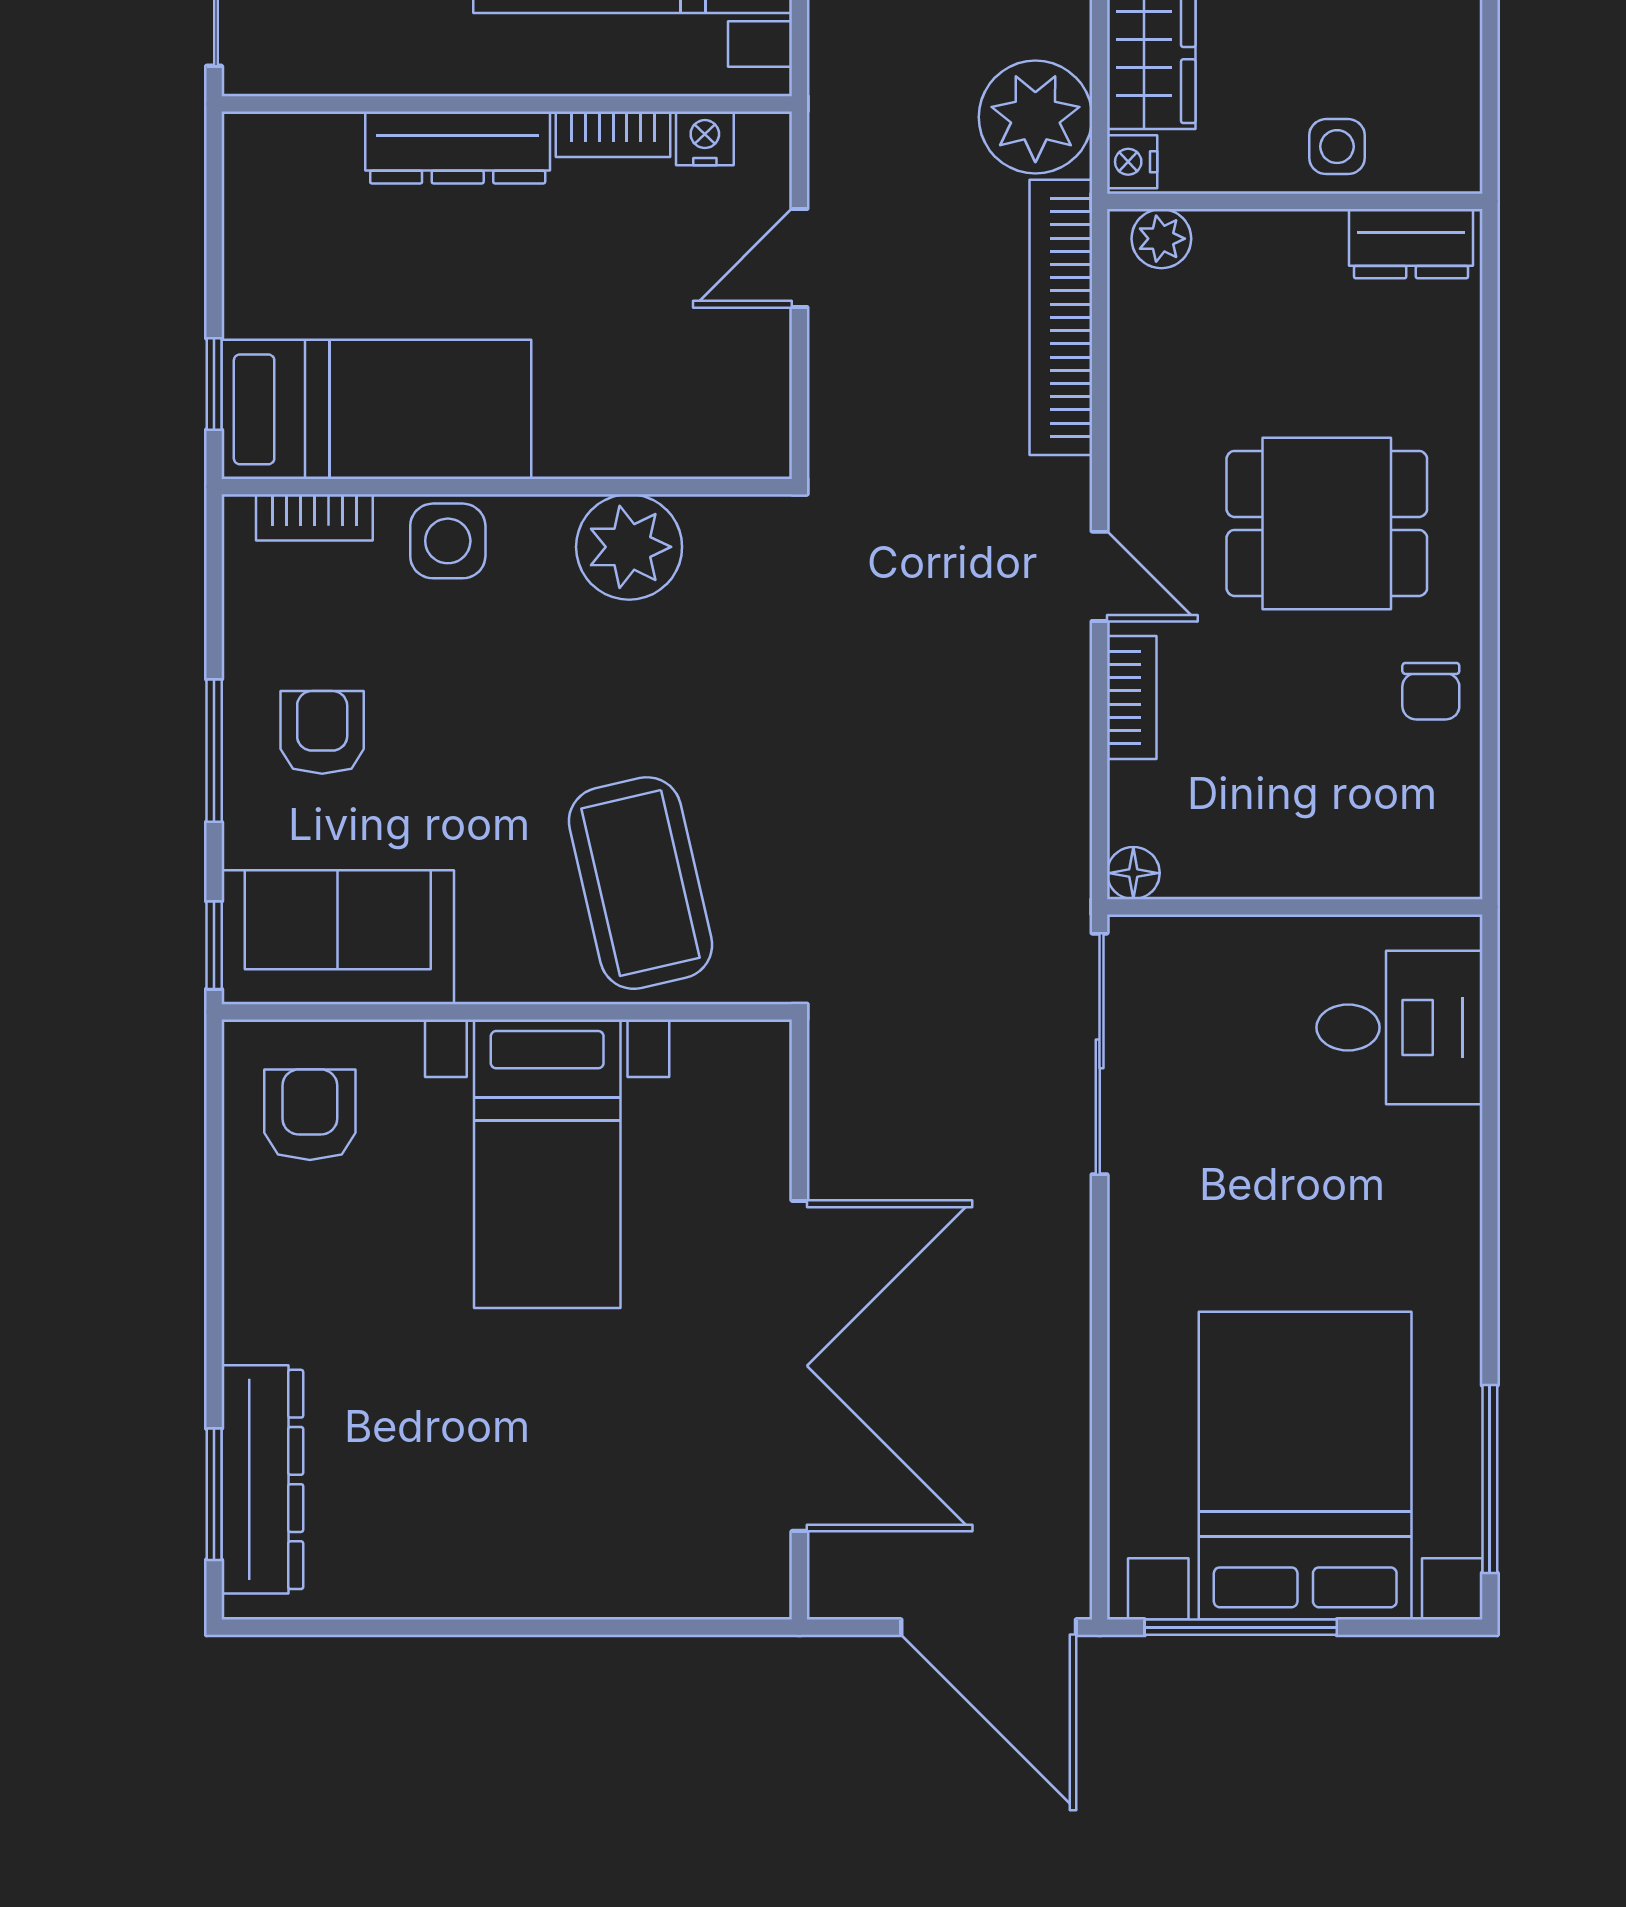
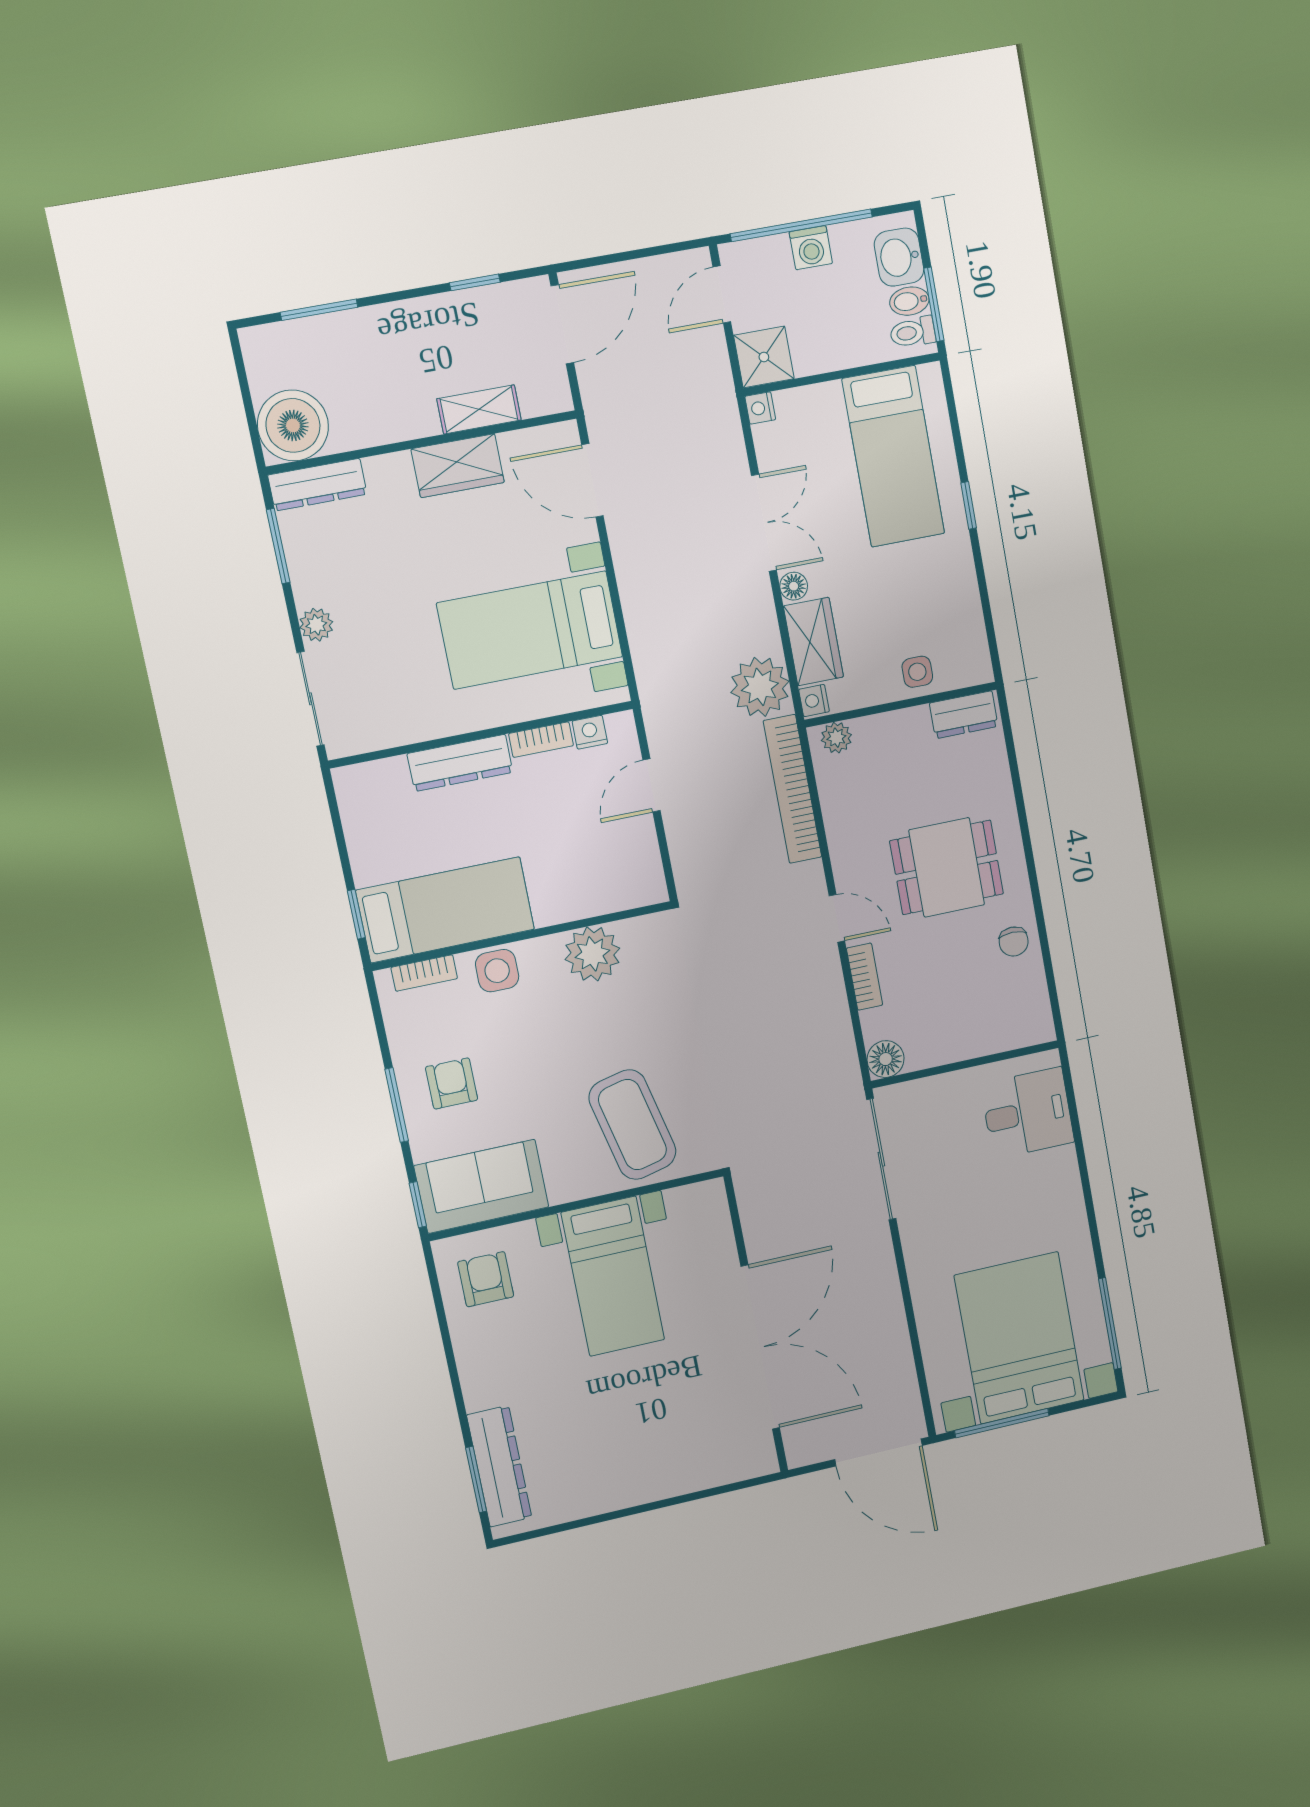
floor lamp: (1133, 873) -> (886, 1059), width x1.37, depth x1.37

